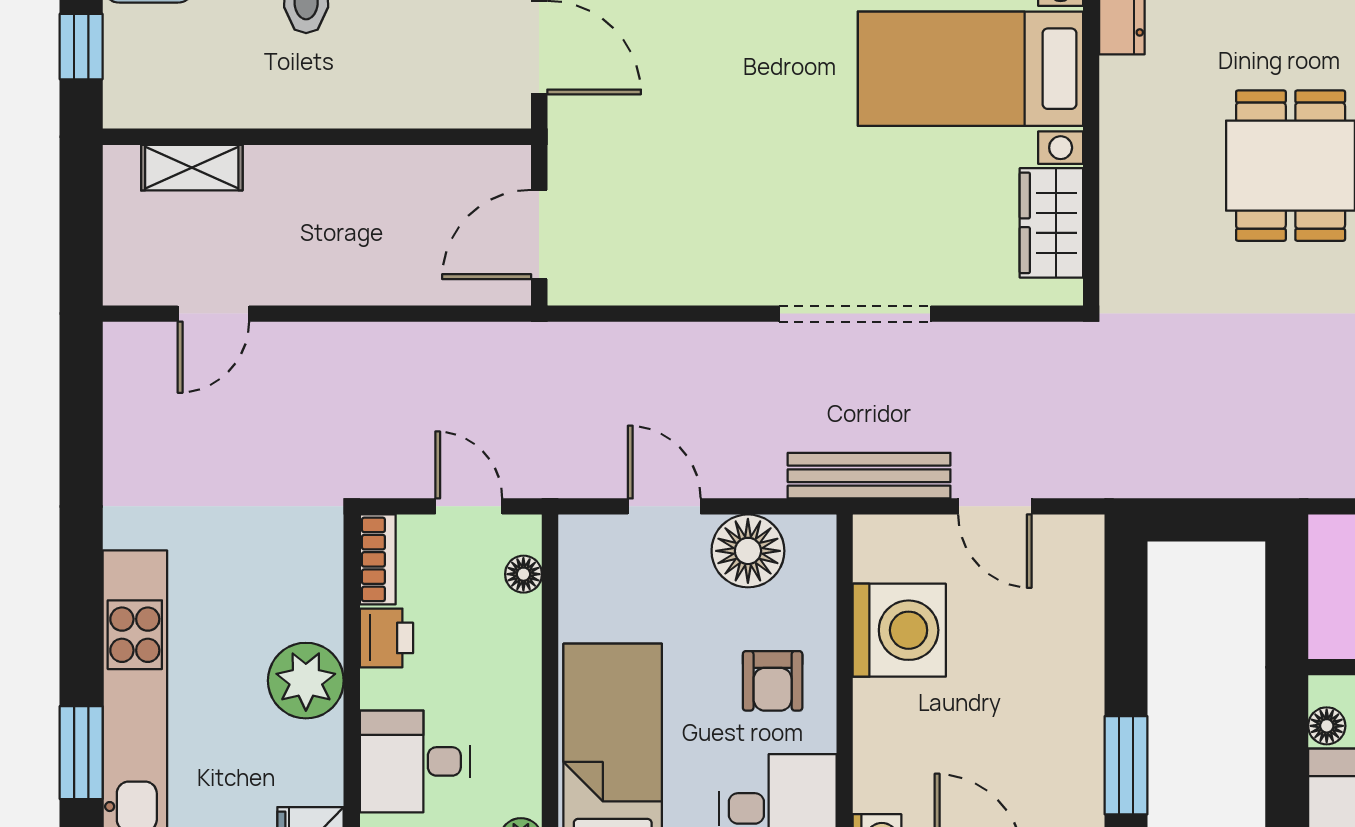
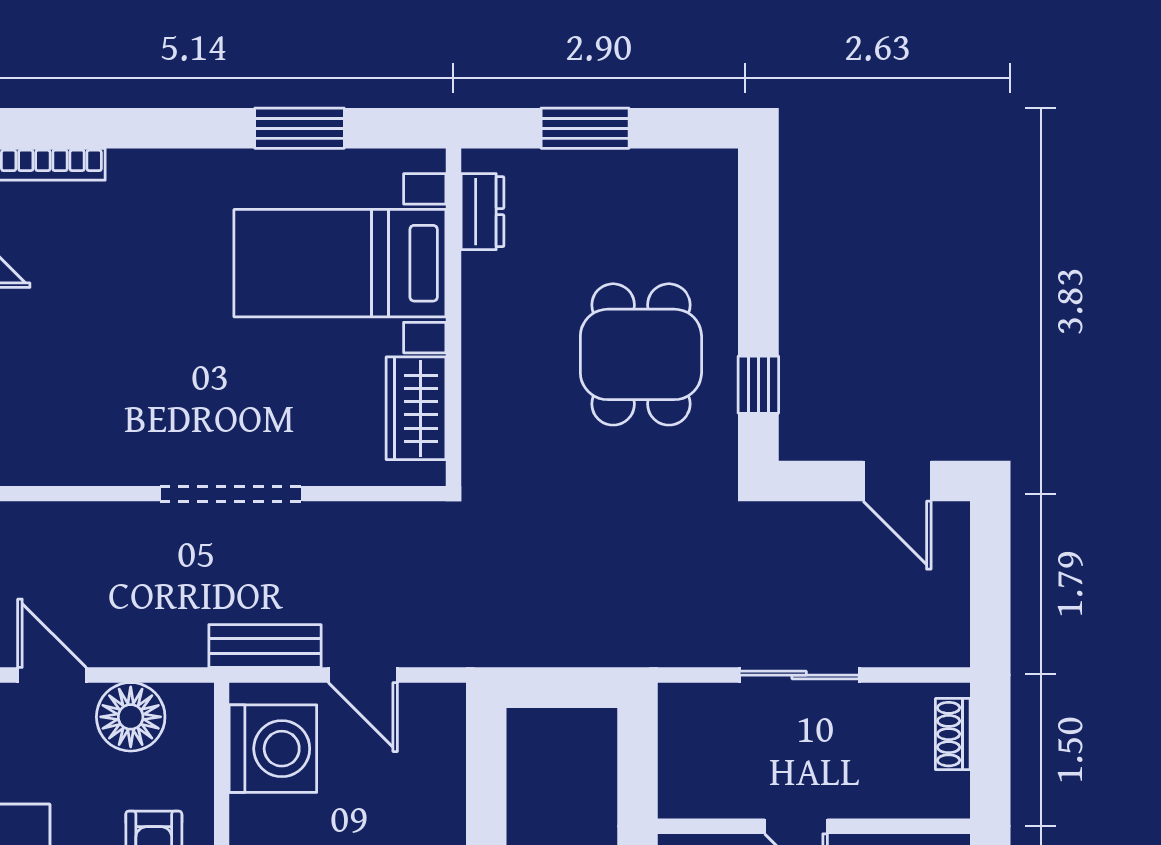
bench: (869, 476) -> (265, 646), width x0.73
washing machine: (899, 630) -> (273, 749), moved

